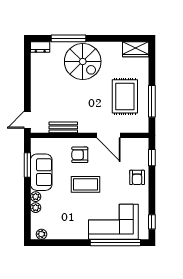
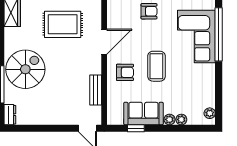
armchair: (80, 155) -> (125, 72), turned -90
window: (27, 165) -> (136, 128), width x0.67

